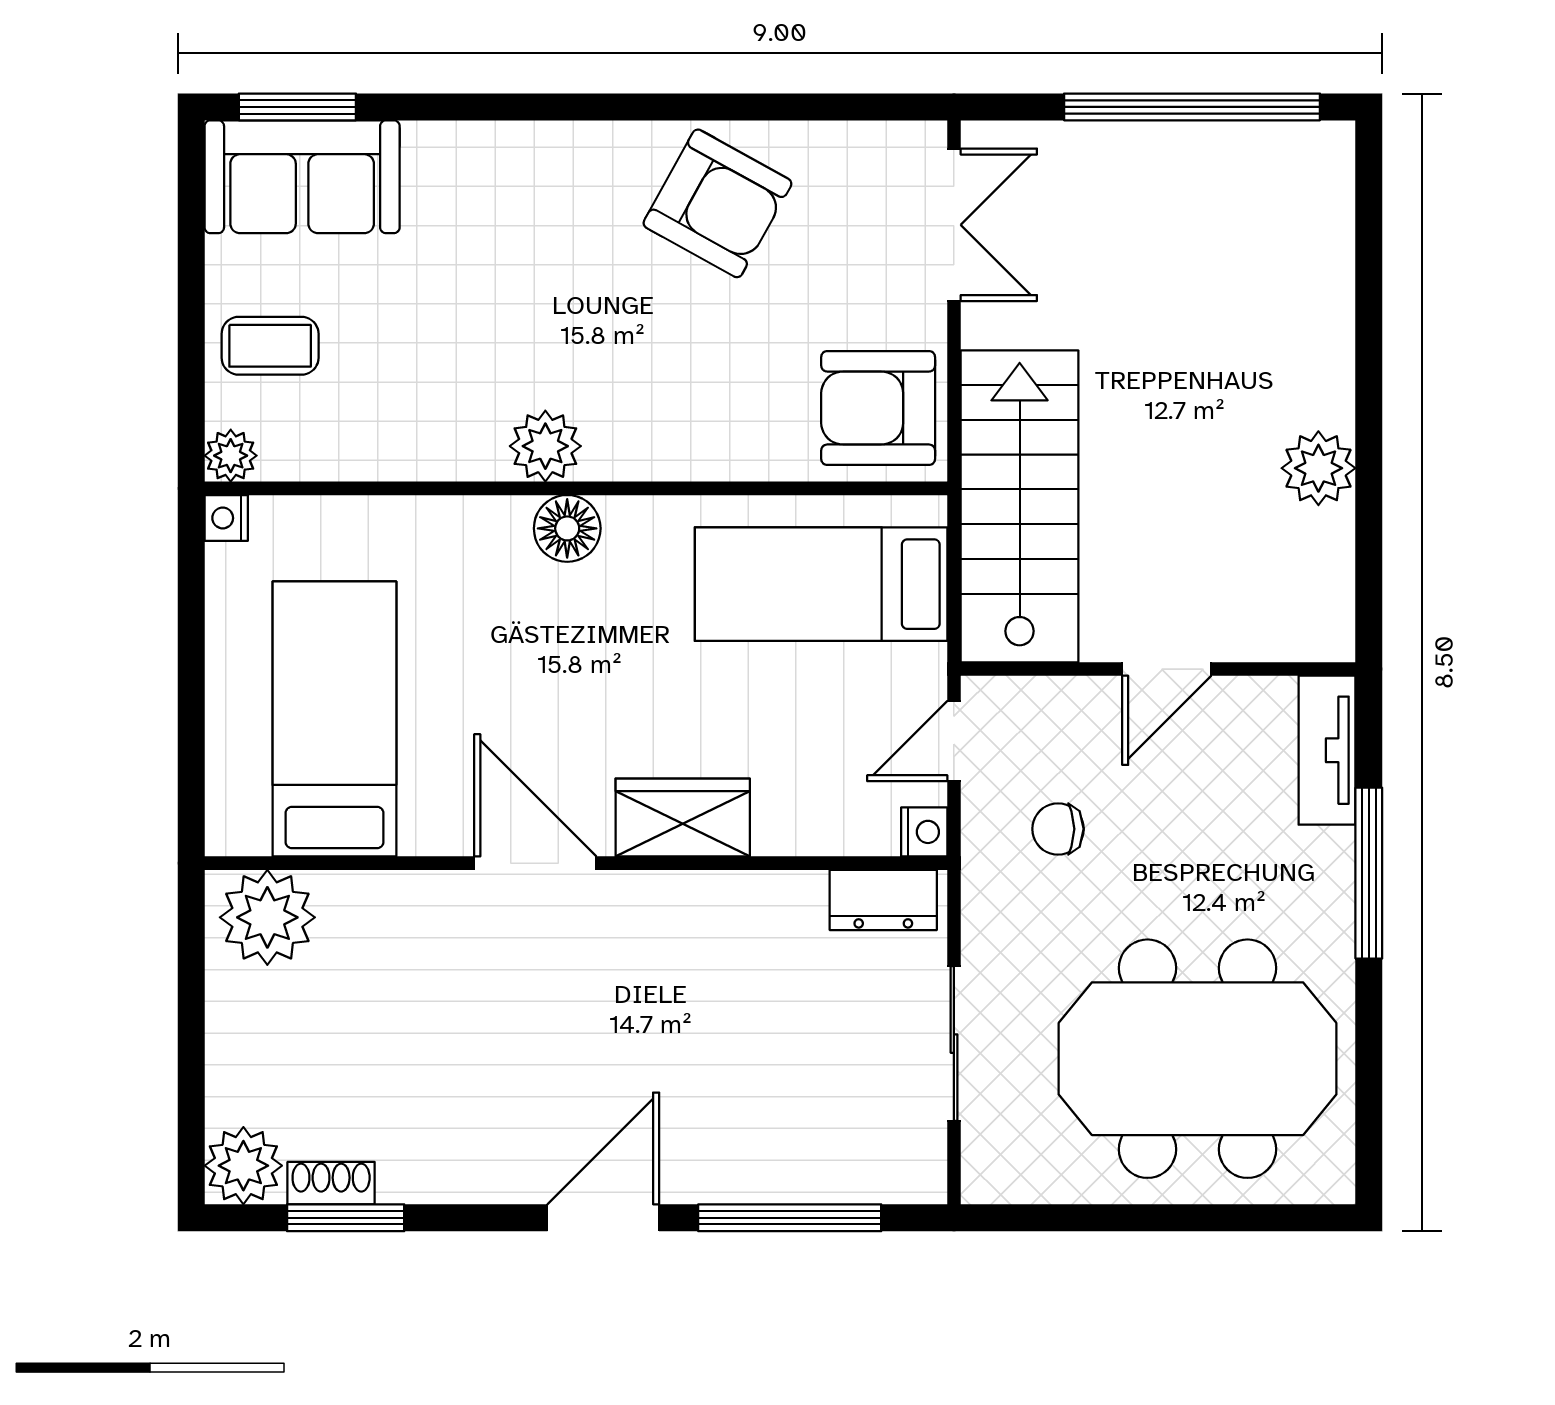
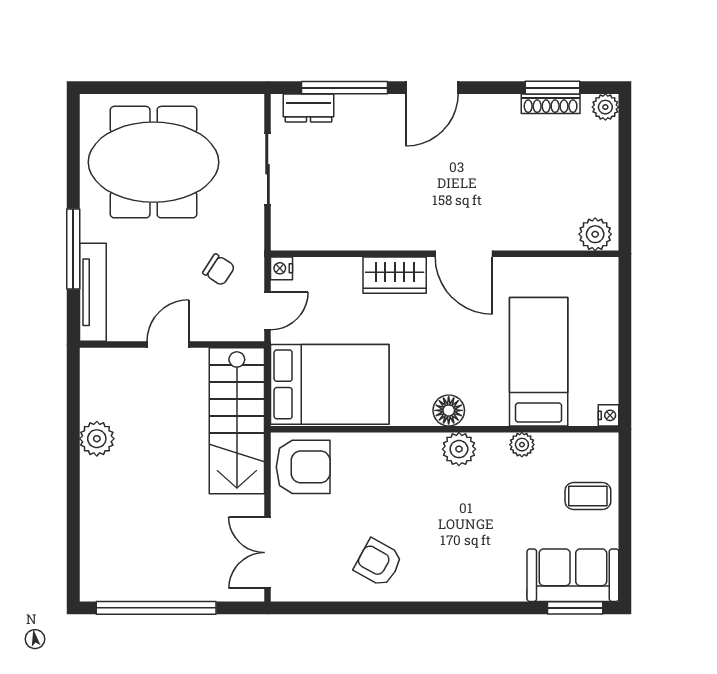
armchair: (717, 203) -> (378, 563), width x0.72, depth x0.72
plant: (231, 456) -> (522, 445), moved
bed: (821, 584) -> (330, 384), width x1.50
bed: (334, 719) -> (539, 362), moved, turned 180
tv unit: (1327, 750) -> (93, 292), width x1.41
chair: (1058, 829) -> (219, 270), turned 33
dresser: (883, 900) -> (308, 108), moved, turned 180
plant: (267, 917) -> (595, 234), width x0.73, depth x0.73
plant: (243, 1166) -> (605, 107), width x0.73, depth x0.73
shoe rack: (331, 1183) -> (551, 104), width x1.43

